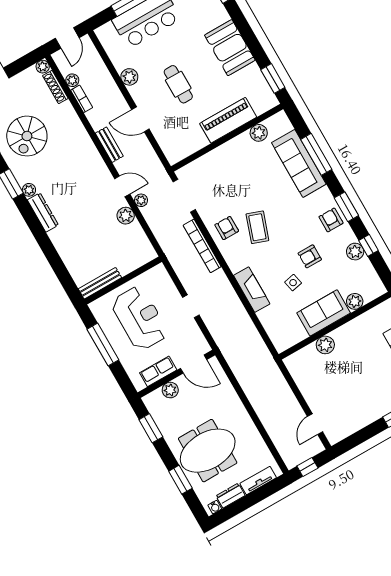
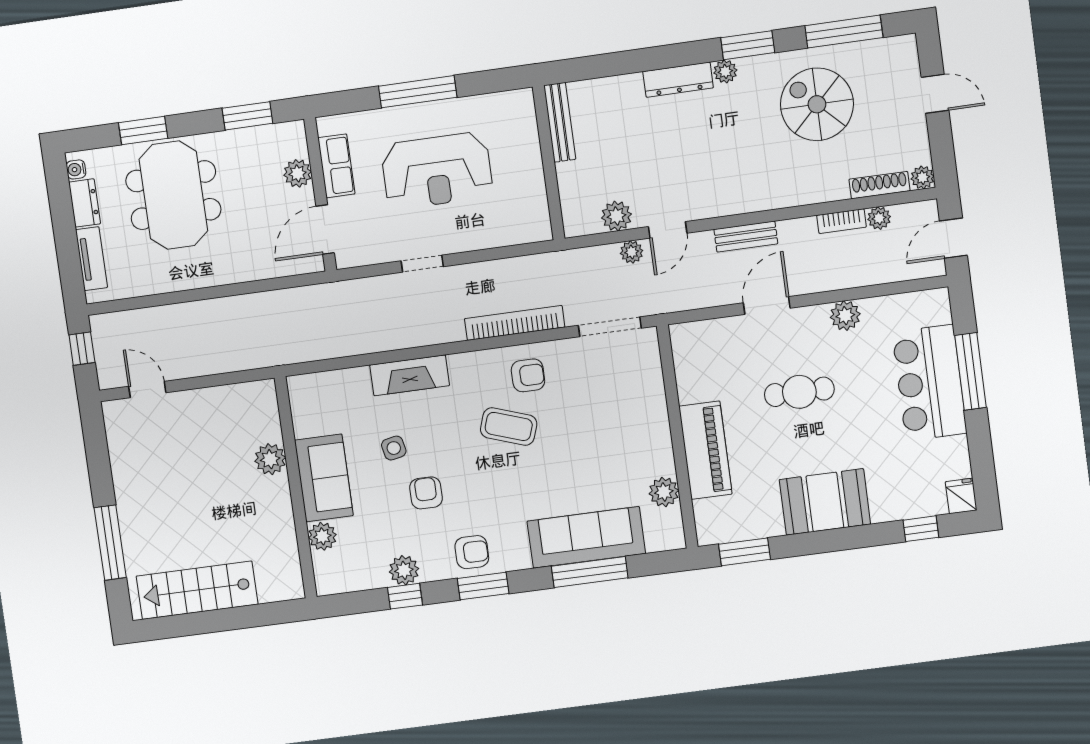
door: (67, 38) -> (953, 238), hinge flipped
wall: (123, 281) -> (549, 163), moved
bench: (100, 283) -> (560, 122), moved

